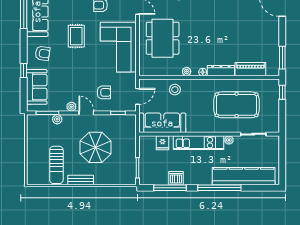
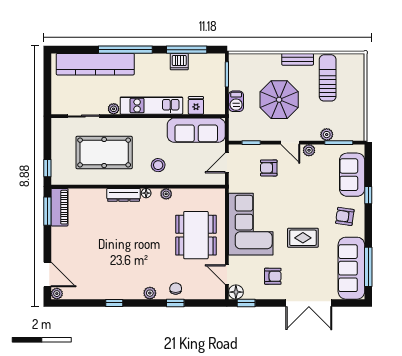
rug: (76, 36) -> (303, 238), turned 90
piano: (250, 69) -> (60, 207), moved, turned -90
stool: (175, 90) -> (158, 165), moved
barbecue: (130, 146) -> (236, 101), added

